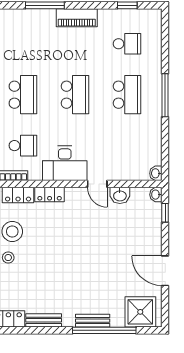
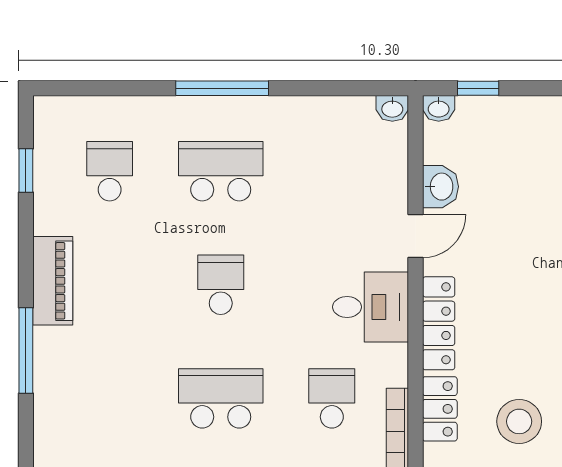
school desk: (75, 95) -> (221, 285), width x0.54
desk: (65, 163) -> (371, 307), width x0.73
locker: (50, 195) -> (439, 323), width x1.53

